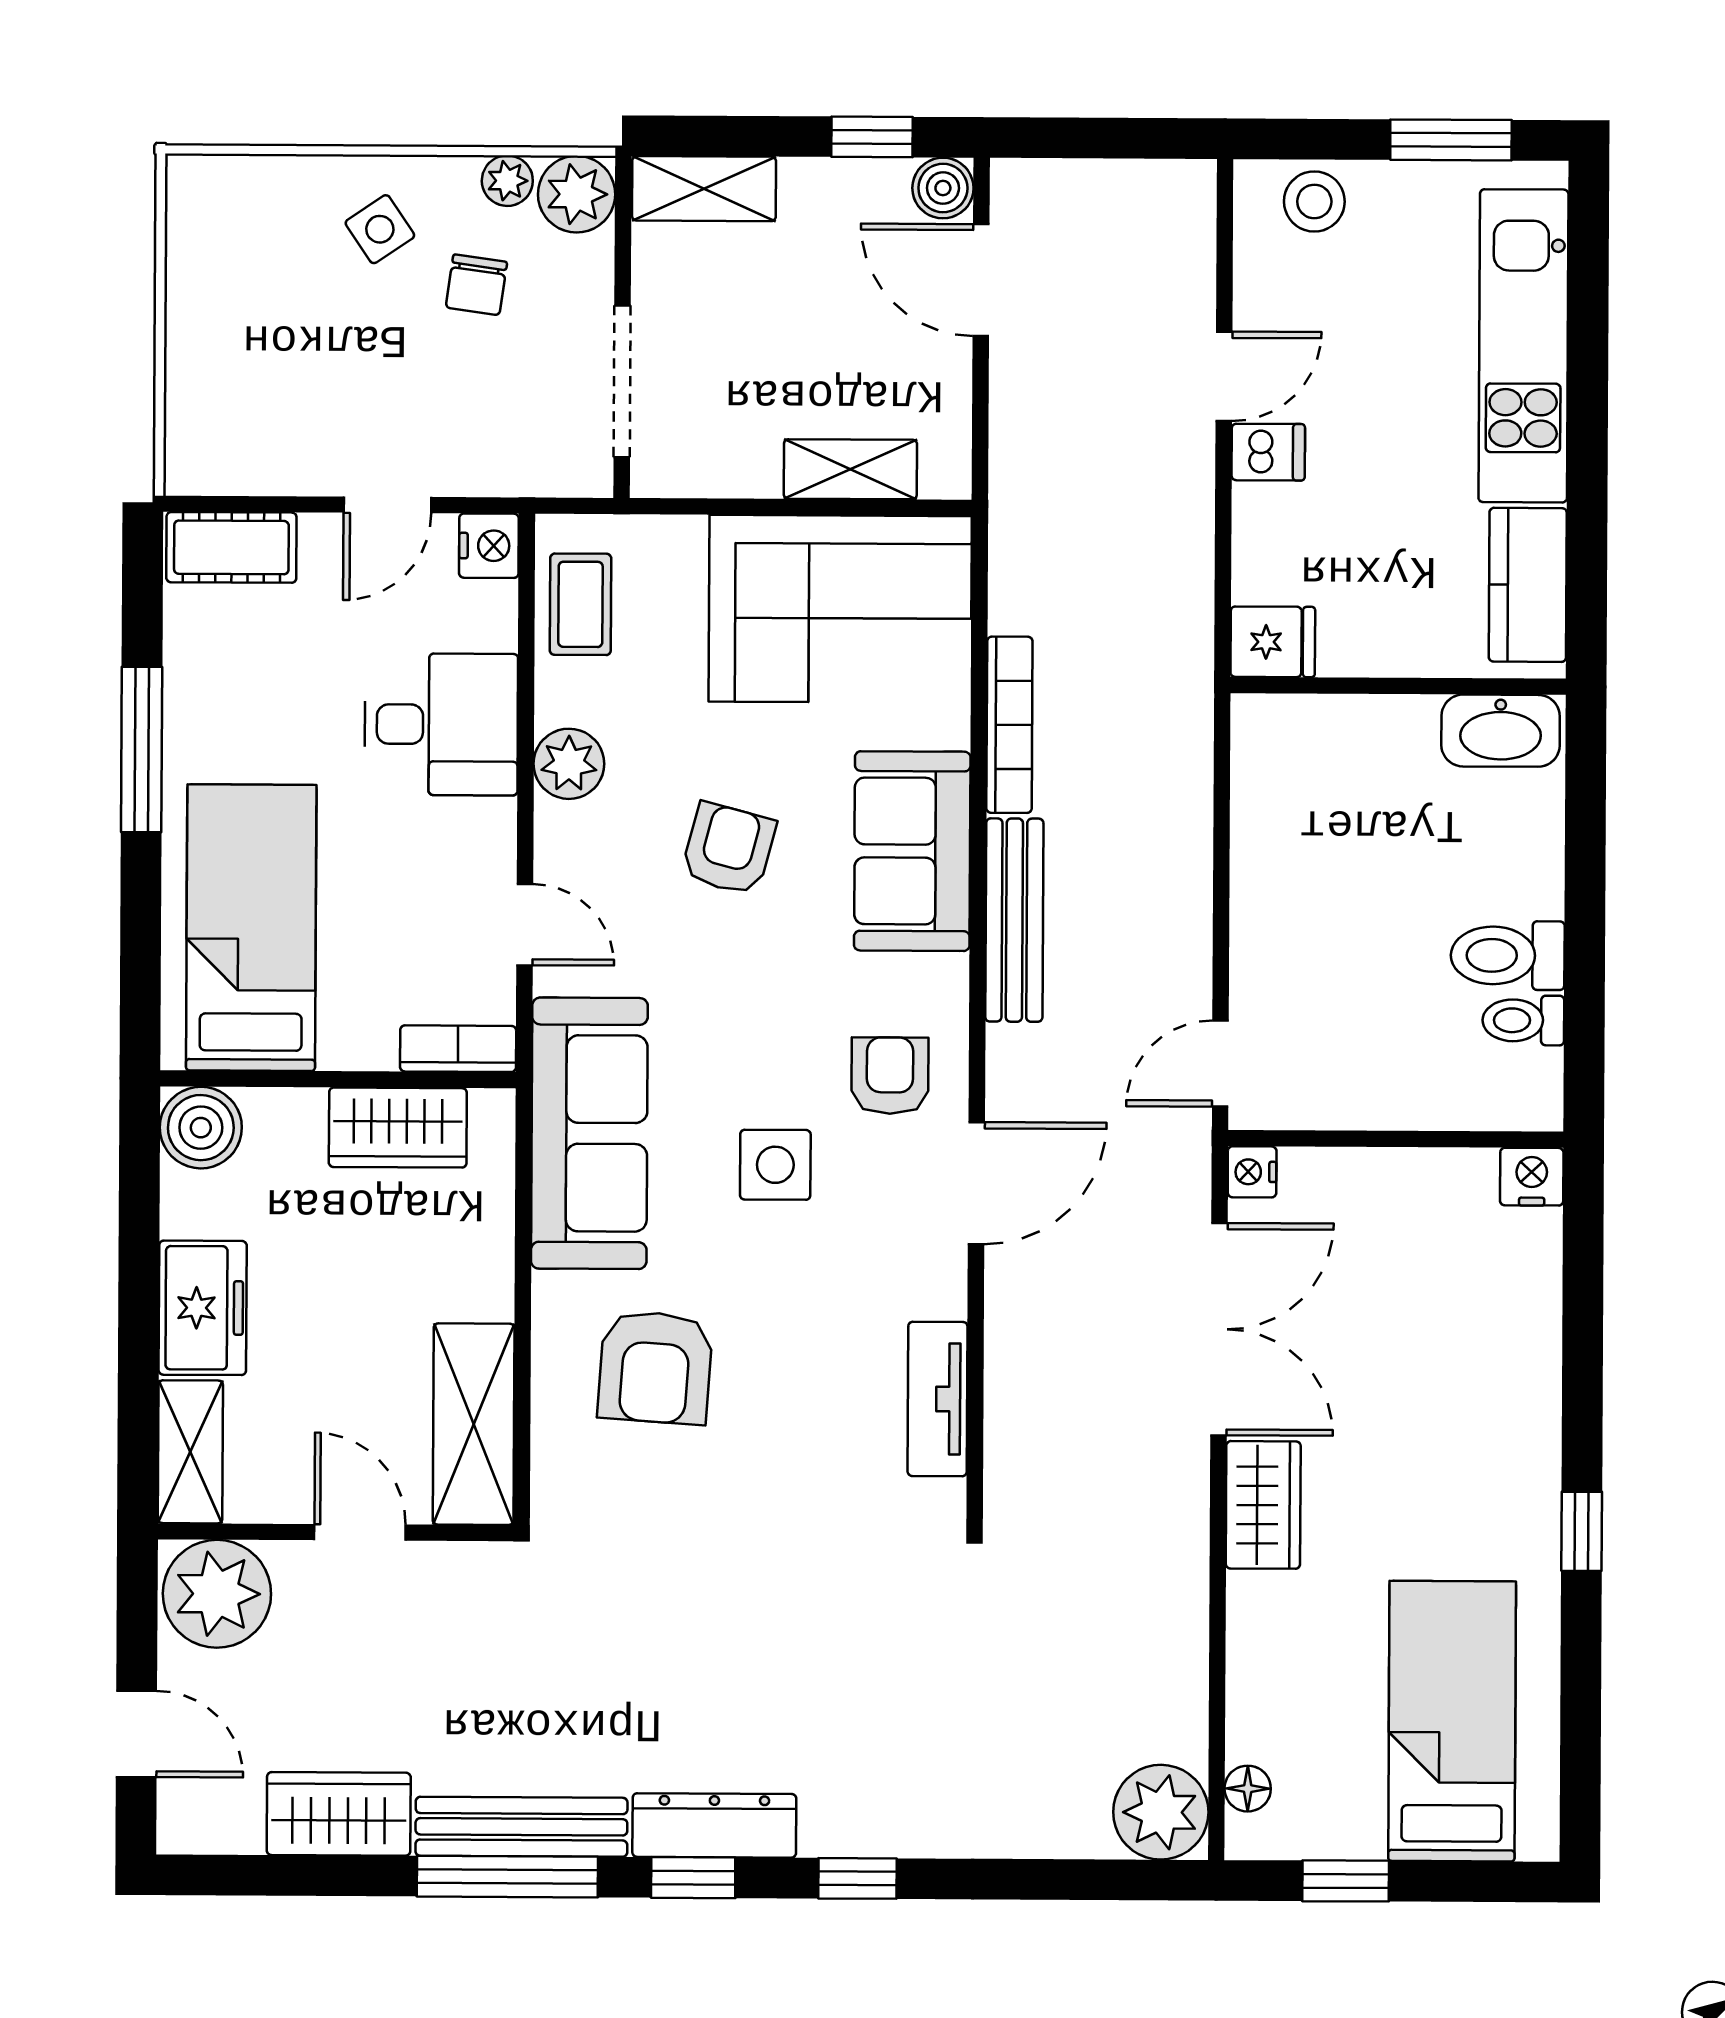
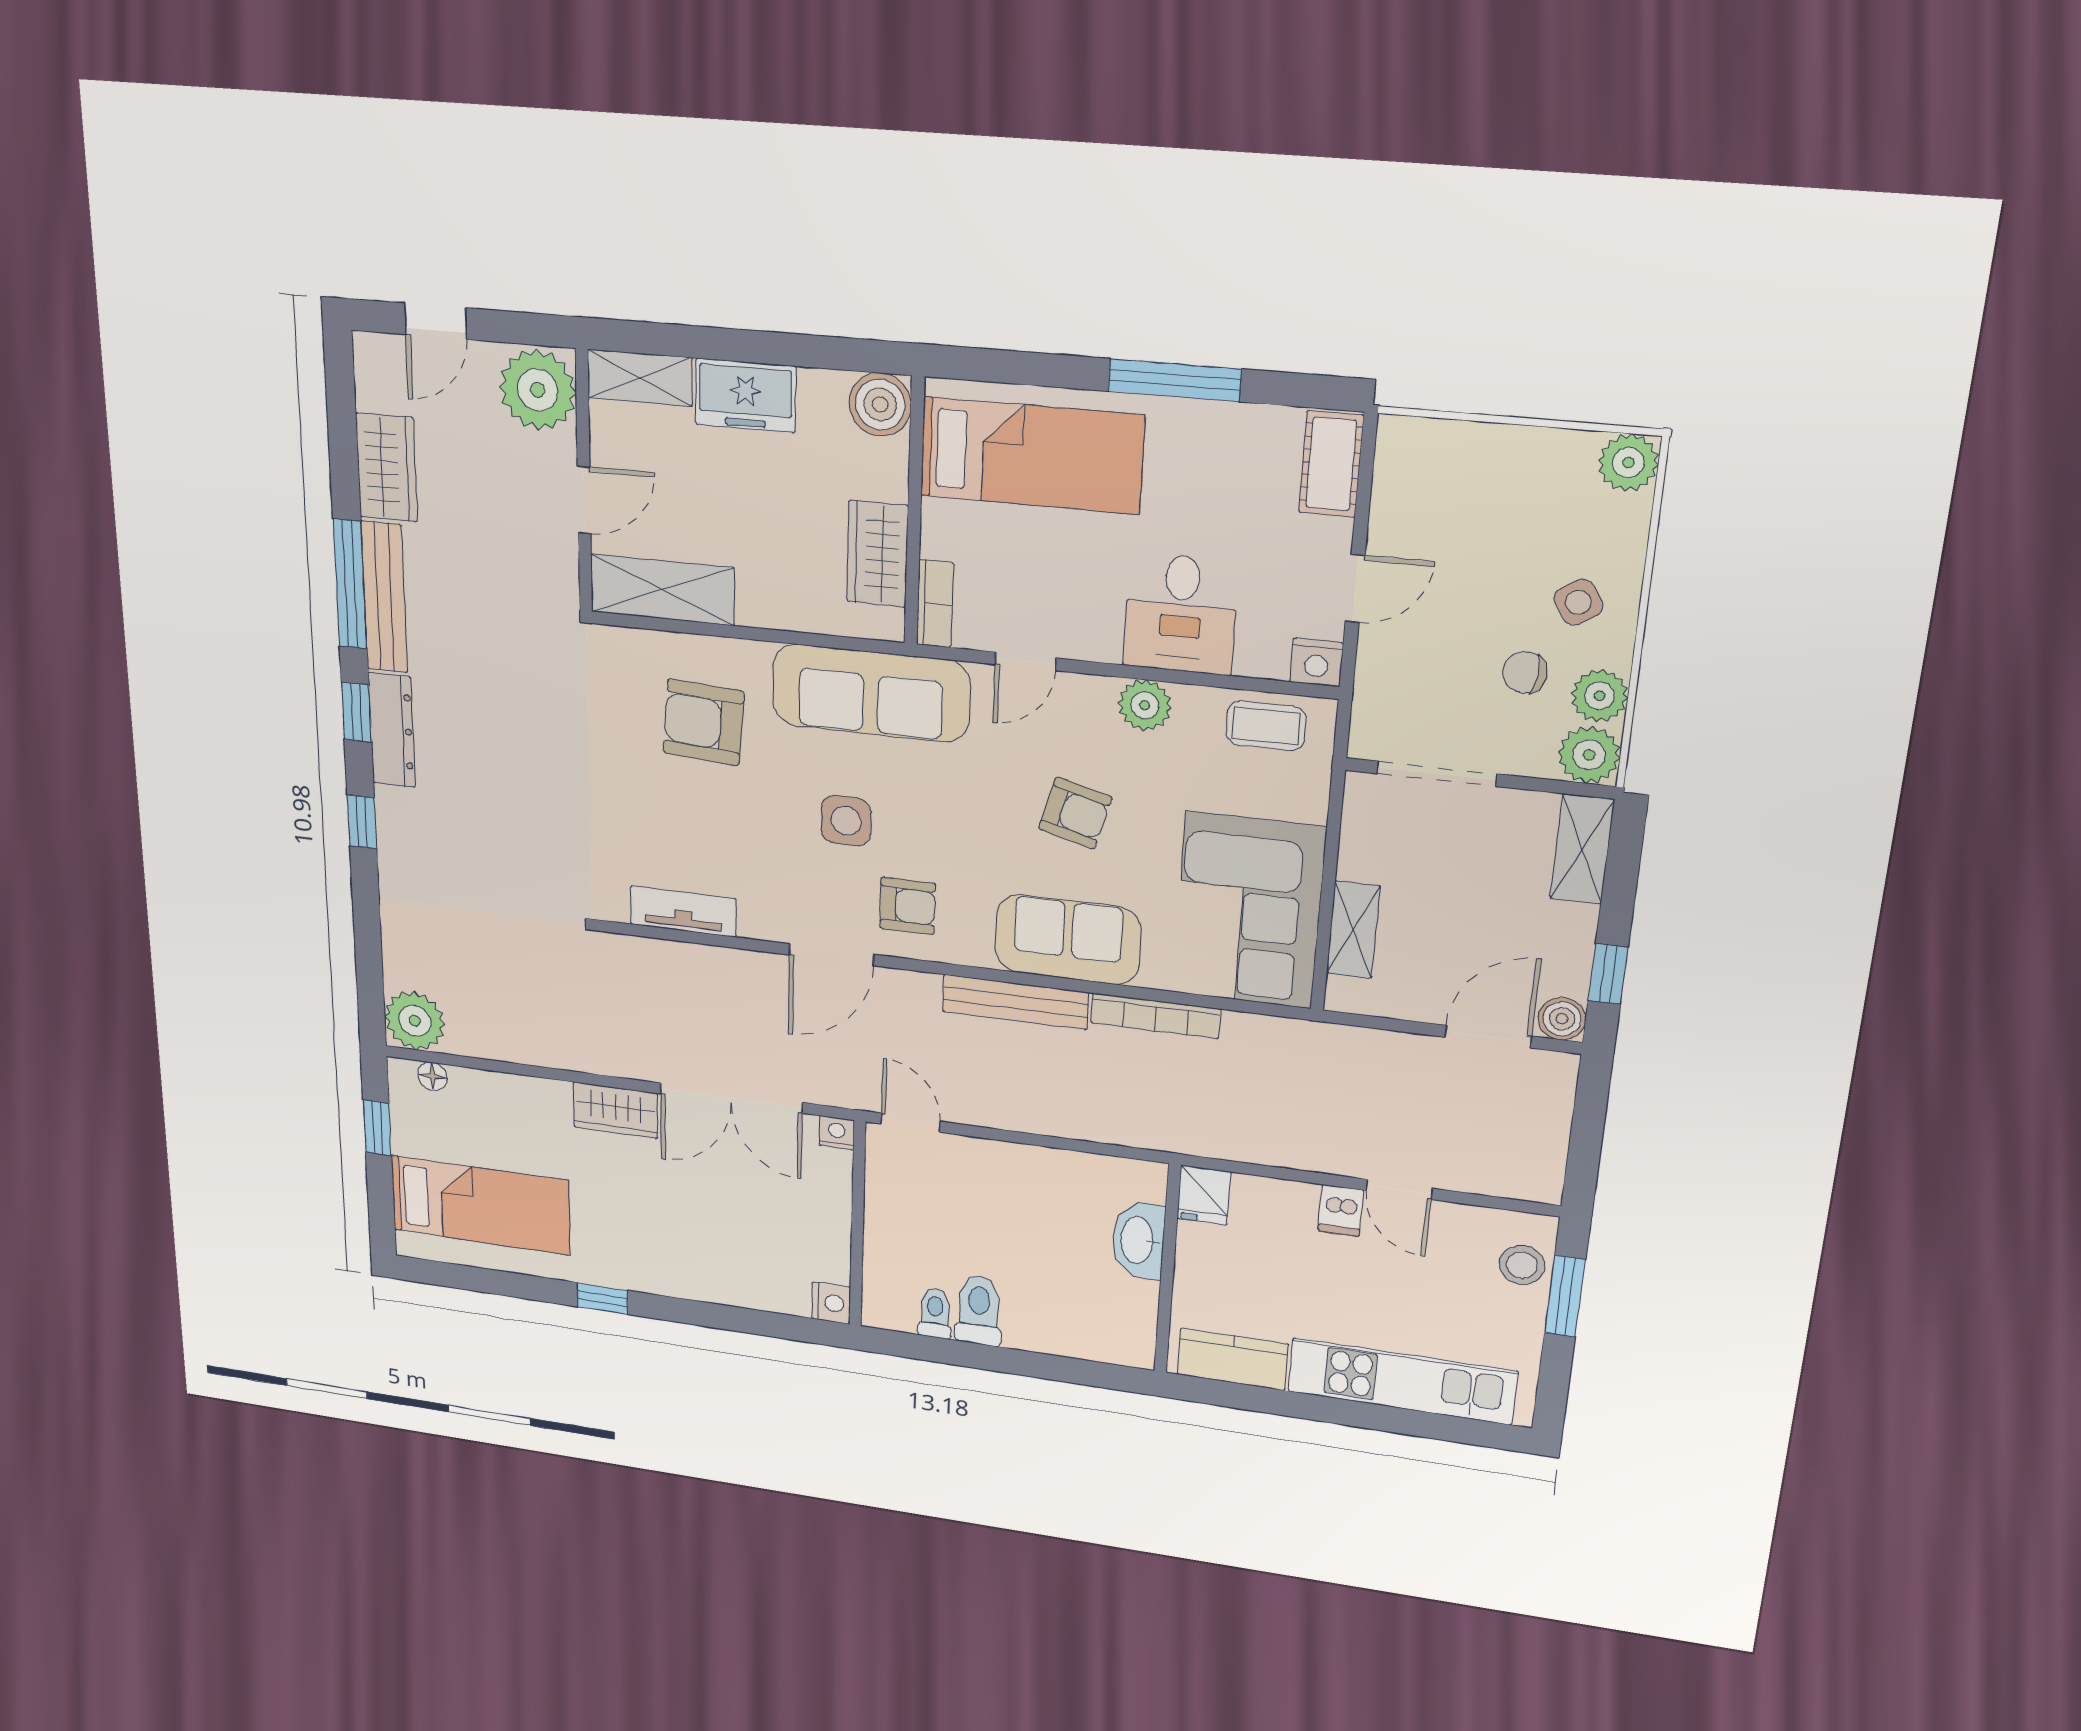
window: (1451, 140) -> (1565, 1296), moved
plant: (507, 181) -> (1600, 696), width x1.38, depth x1.38
plant: (201, 190) -> (1628, 463), added
door: (387, 505) -> (1355, 588), swing flipped
washbasin: (1501, 731) -> (1138, 1240), moved
door: (976, 1183) -> (831, 955), hinge flipped

